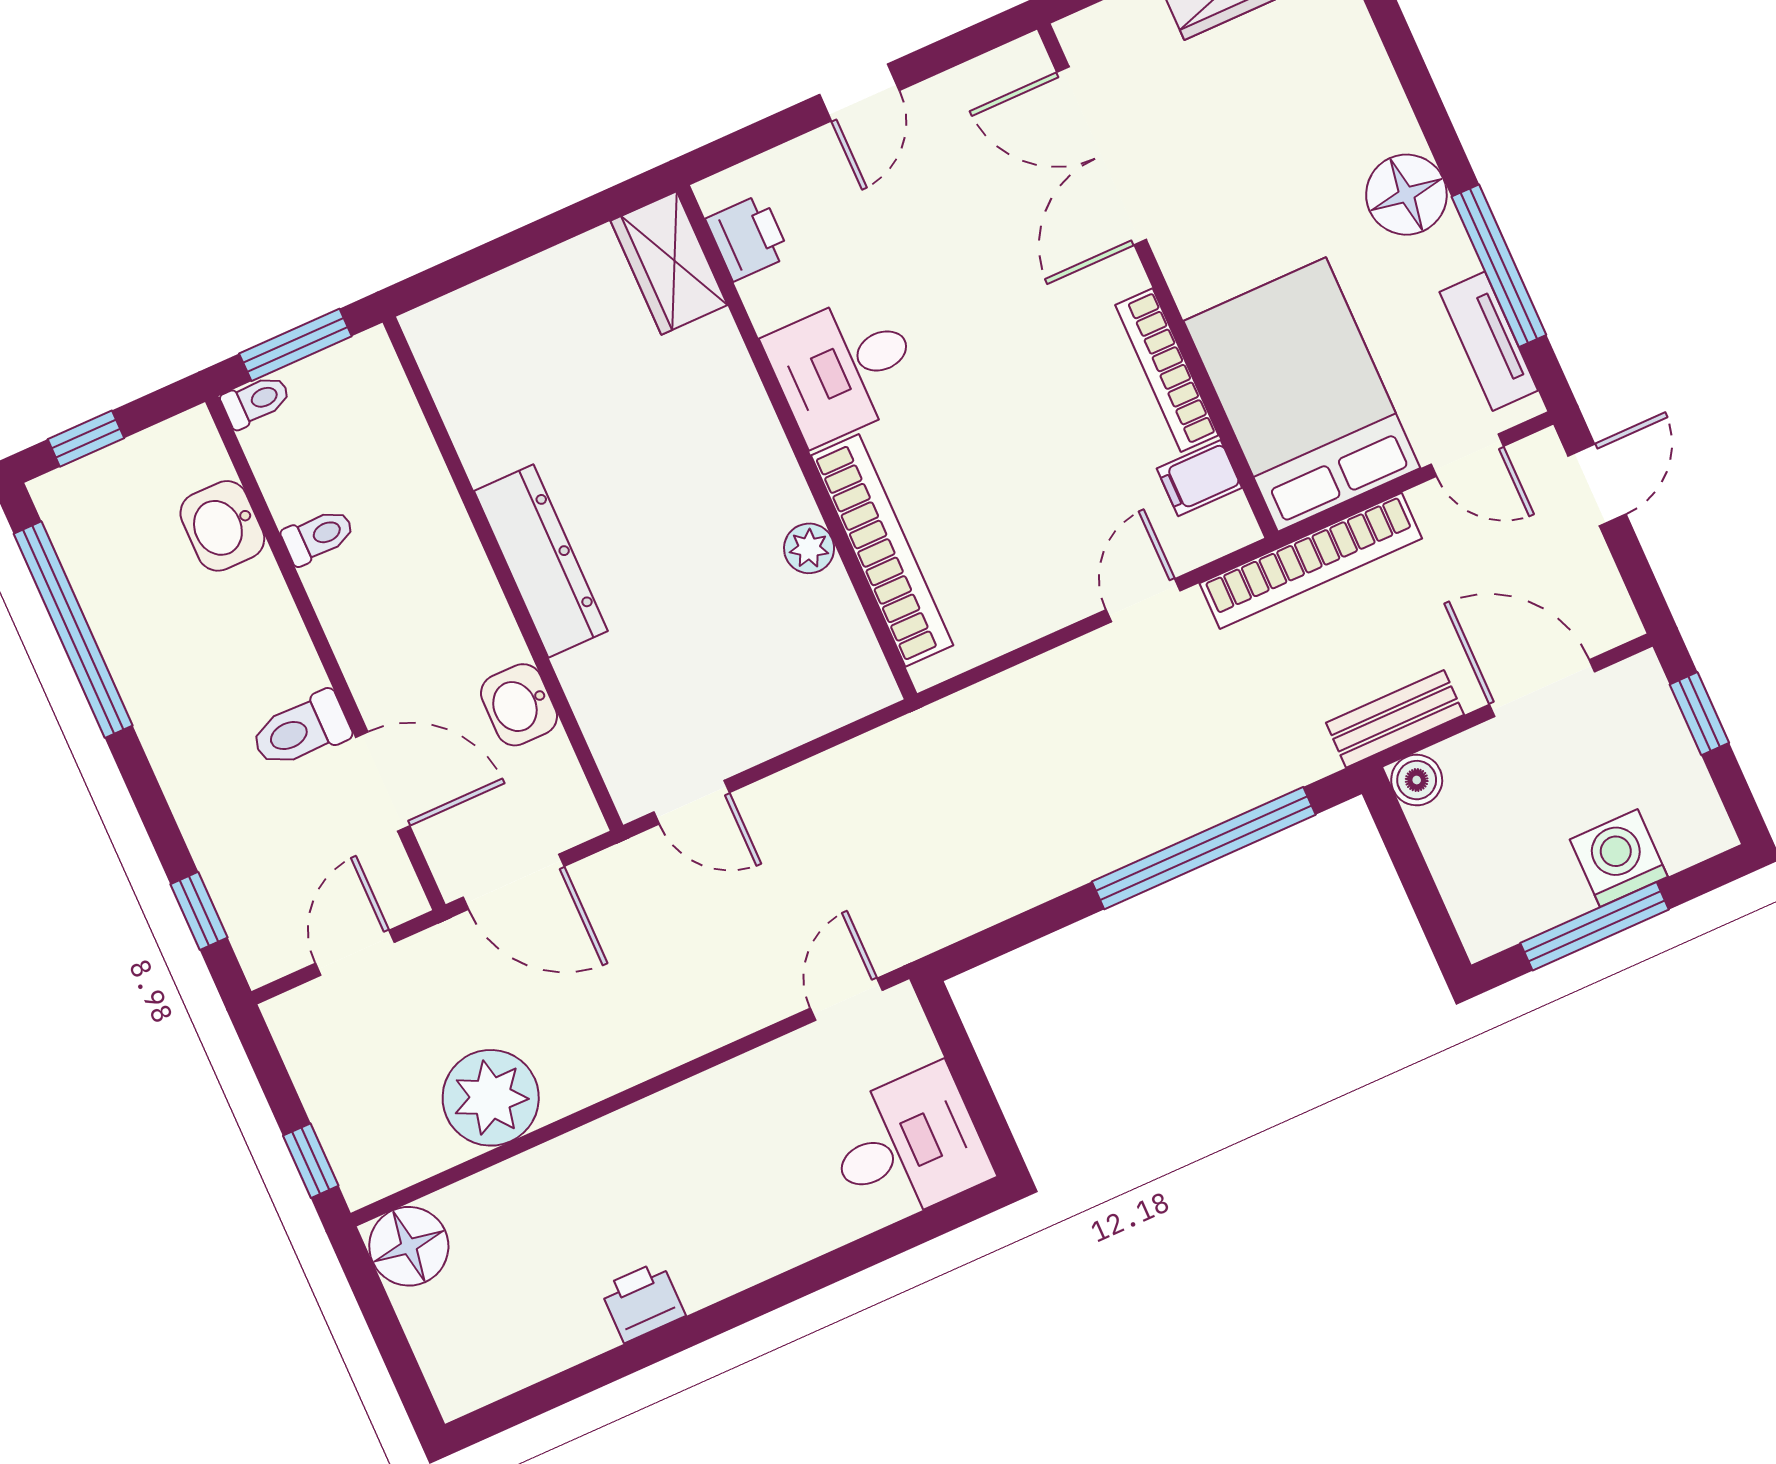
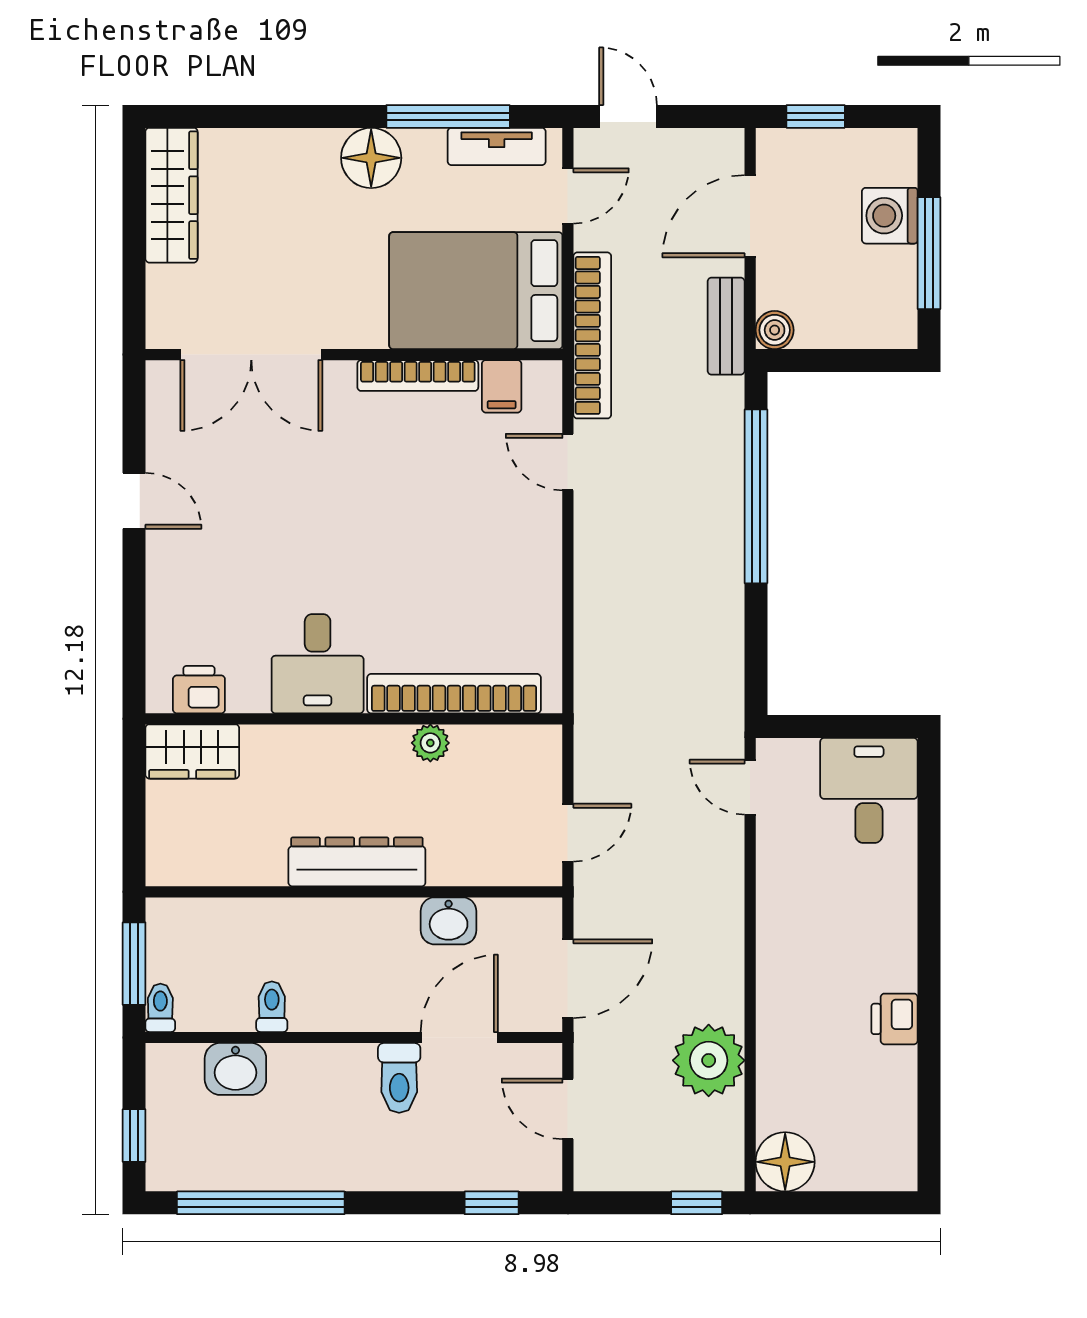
printer: (748, 237) -> (199, 690), moved
wardrobe: (669, 263) -> (192, 751), moved
desk: (844, 368) -> (318, 664), moved
wall: (797, 442) -> (354, 719), moved
plant: (809, 548) -> (430, 743), moved
bookcase: (882, 550) -> (454, 694), moved

